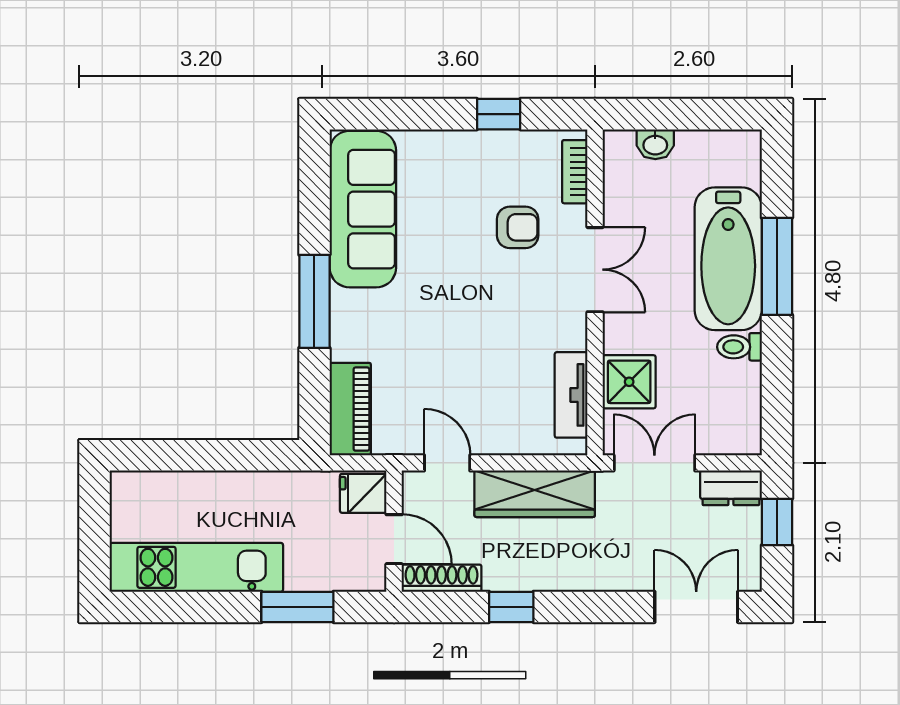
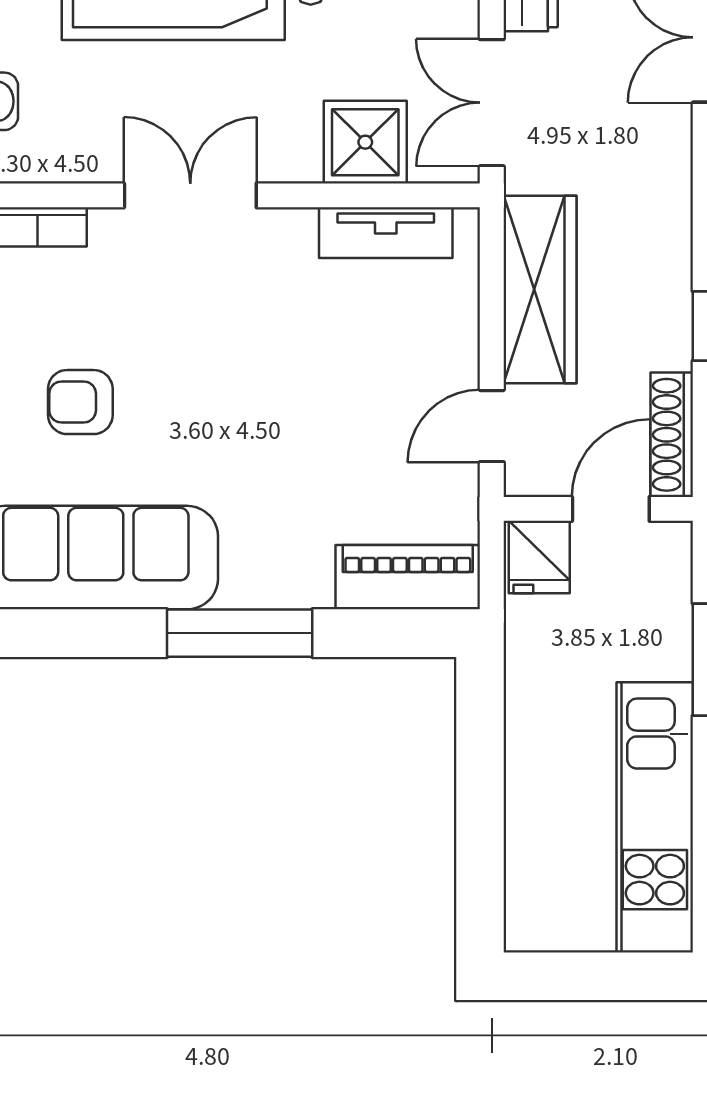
armchair: (518, 227) -> (80, 402), moved, turned -90

